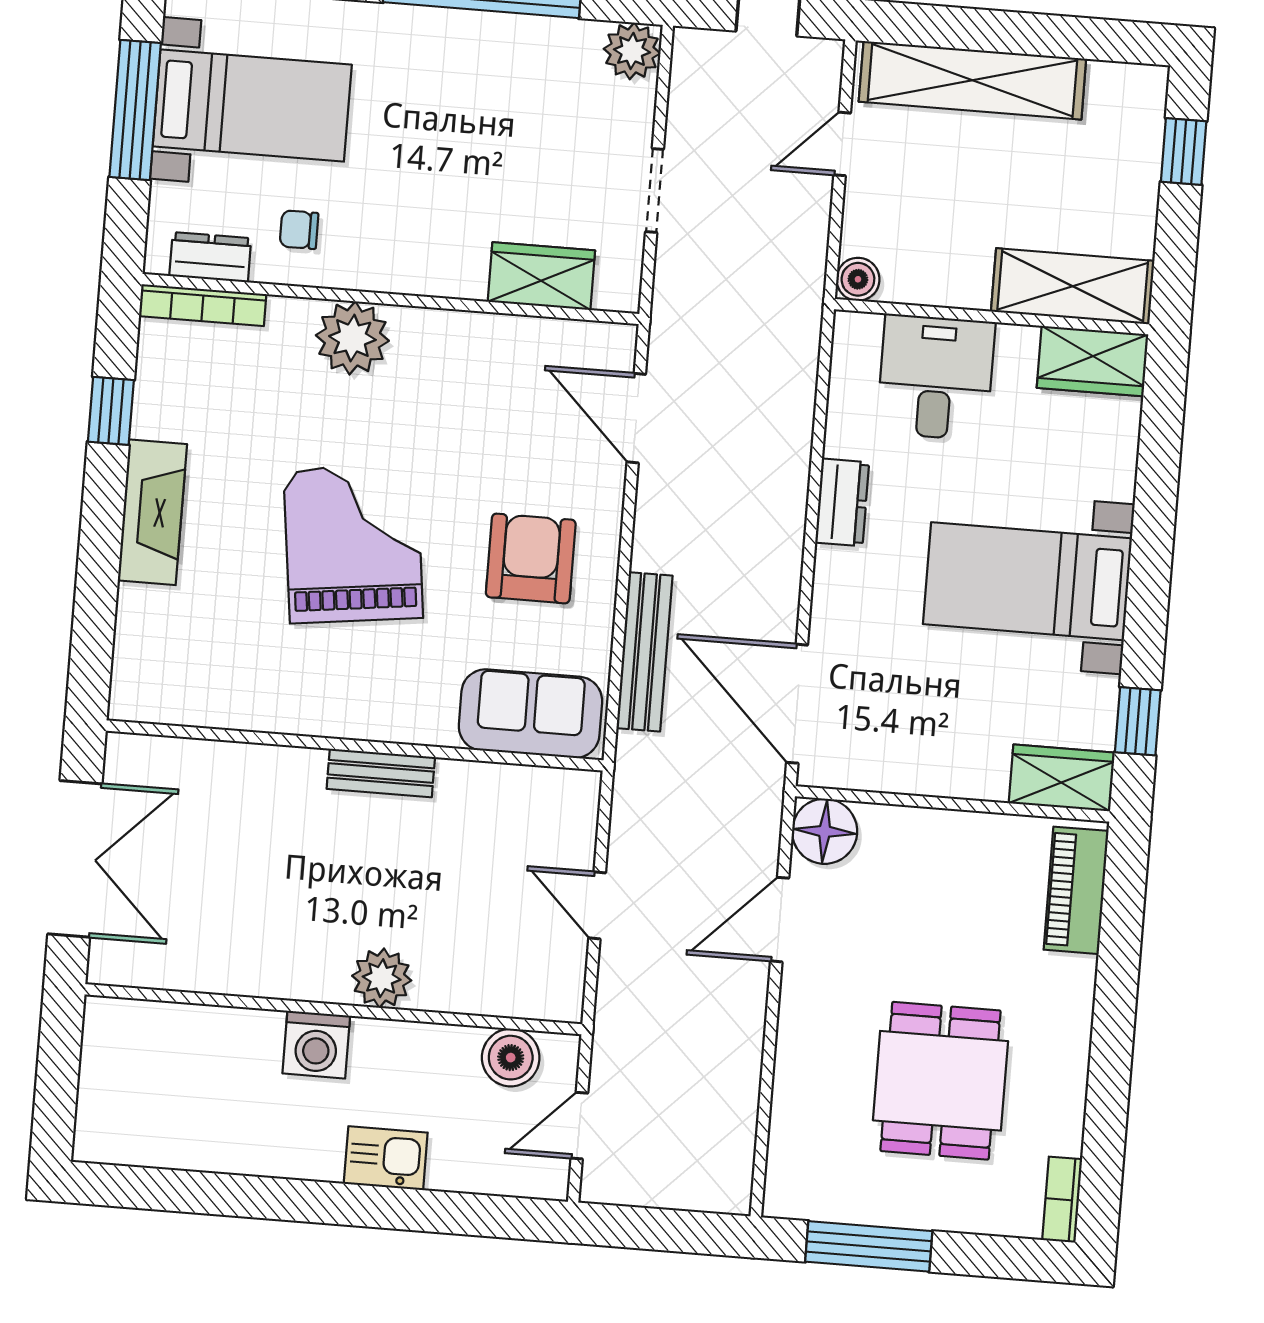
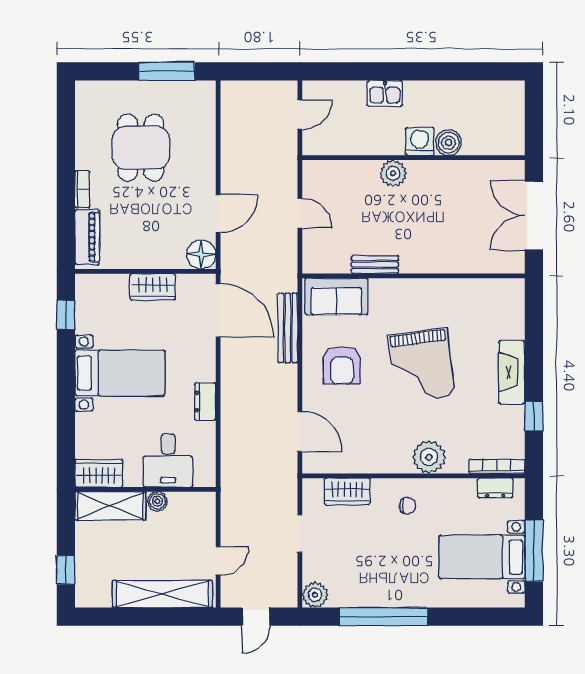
chair: (299, 230) -> (407, 506), moved
boiler: (858, 279) -> (157, 501), moved
bench: (381, 773) -> (375, 265), moved
wardrobe: (1062, 778) -> (153, 287), moved
boiler: (511, 1058) -> (449, 143), moved
bookcase: (1062, 1200) -> (82, 189), moved

